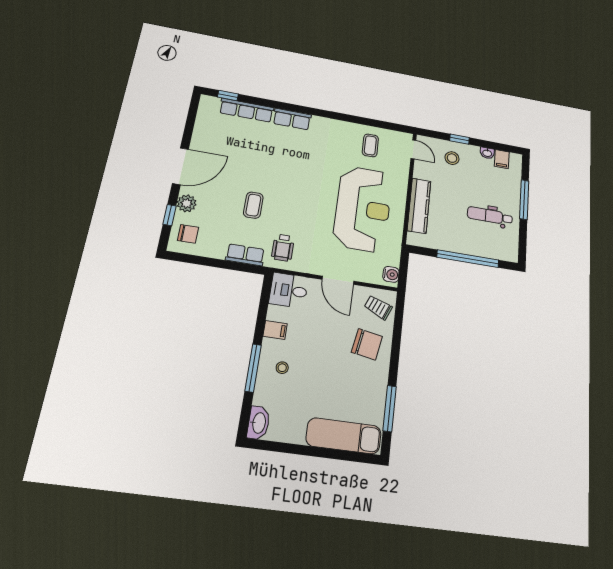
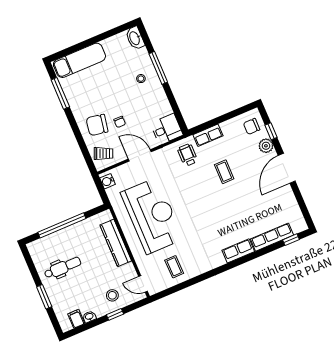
window: (524, 200) -> (44, 297), width x0.69
reception desk: (363, 209) -> (152, 216), turned 180
filing cabinet: (275, 330) -> (159, 99), removed
chair: (338, 332) -> (120, 122), added

